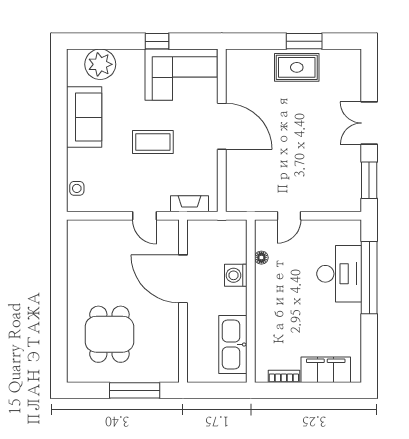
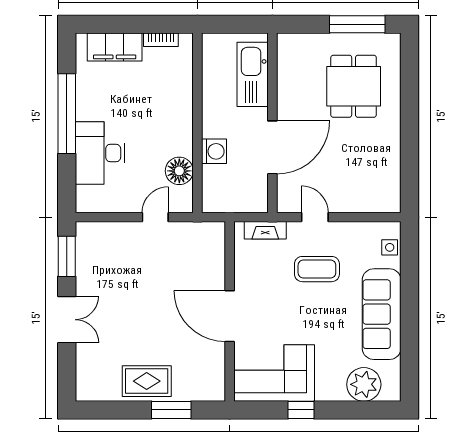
window: (304, 41) -> (171, 410), moved
sofa: (84, 117) -> (382, 314), width x1.36
coffee table: (153, 142) -> (317, 269), moved
floor lamp: (261, 258) -> (179, 171), width x1.89, depth x1.89
window: (369, 278) -> (67, 114), moved
door: (183, 279) -> (272, 147), hinge flipped
kitchen sink: (233, 345) -> (253, 74), moved, turned 180
window: (135, 390) -> (357, 24), moved

